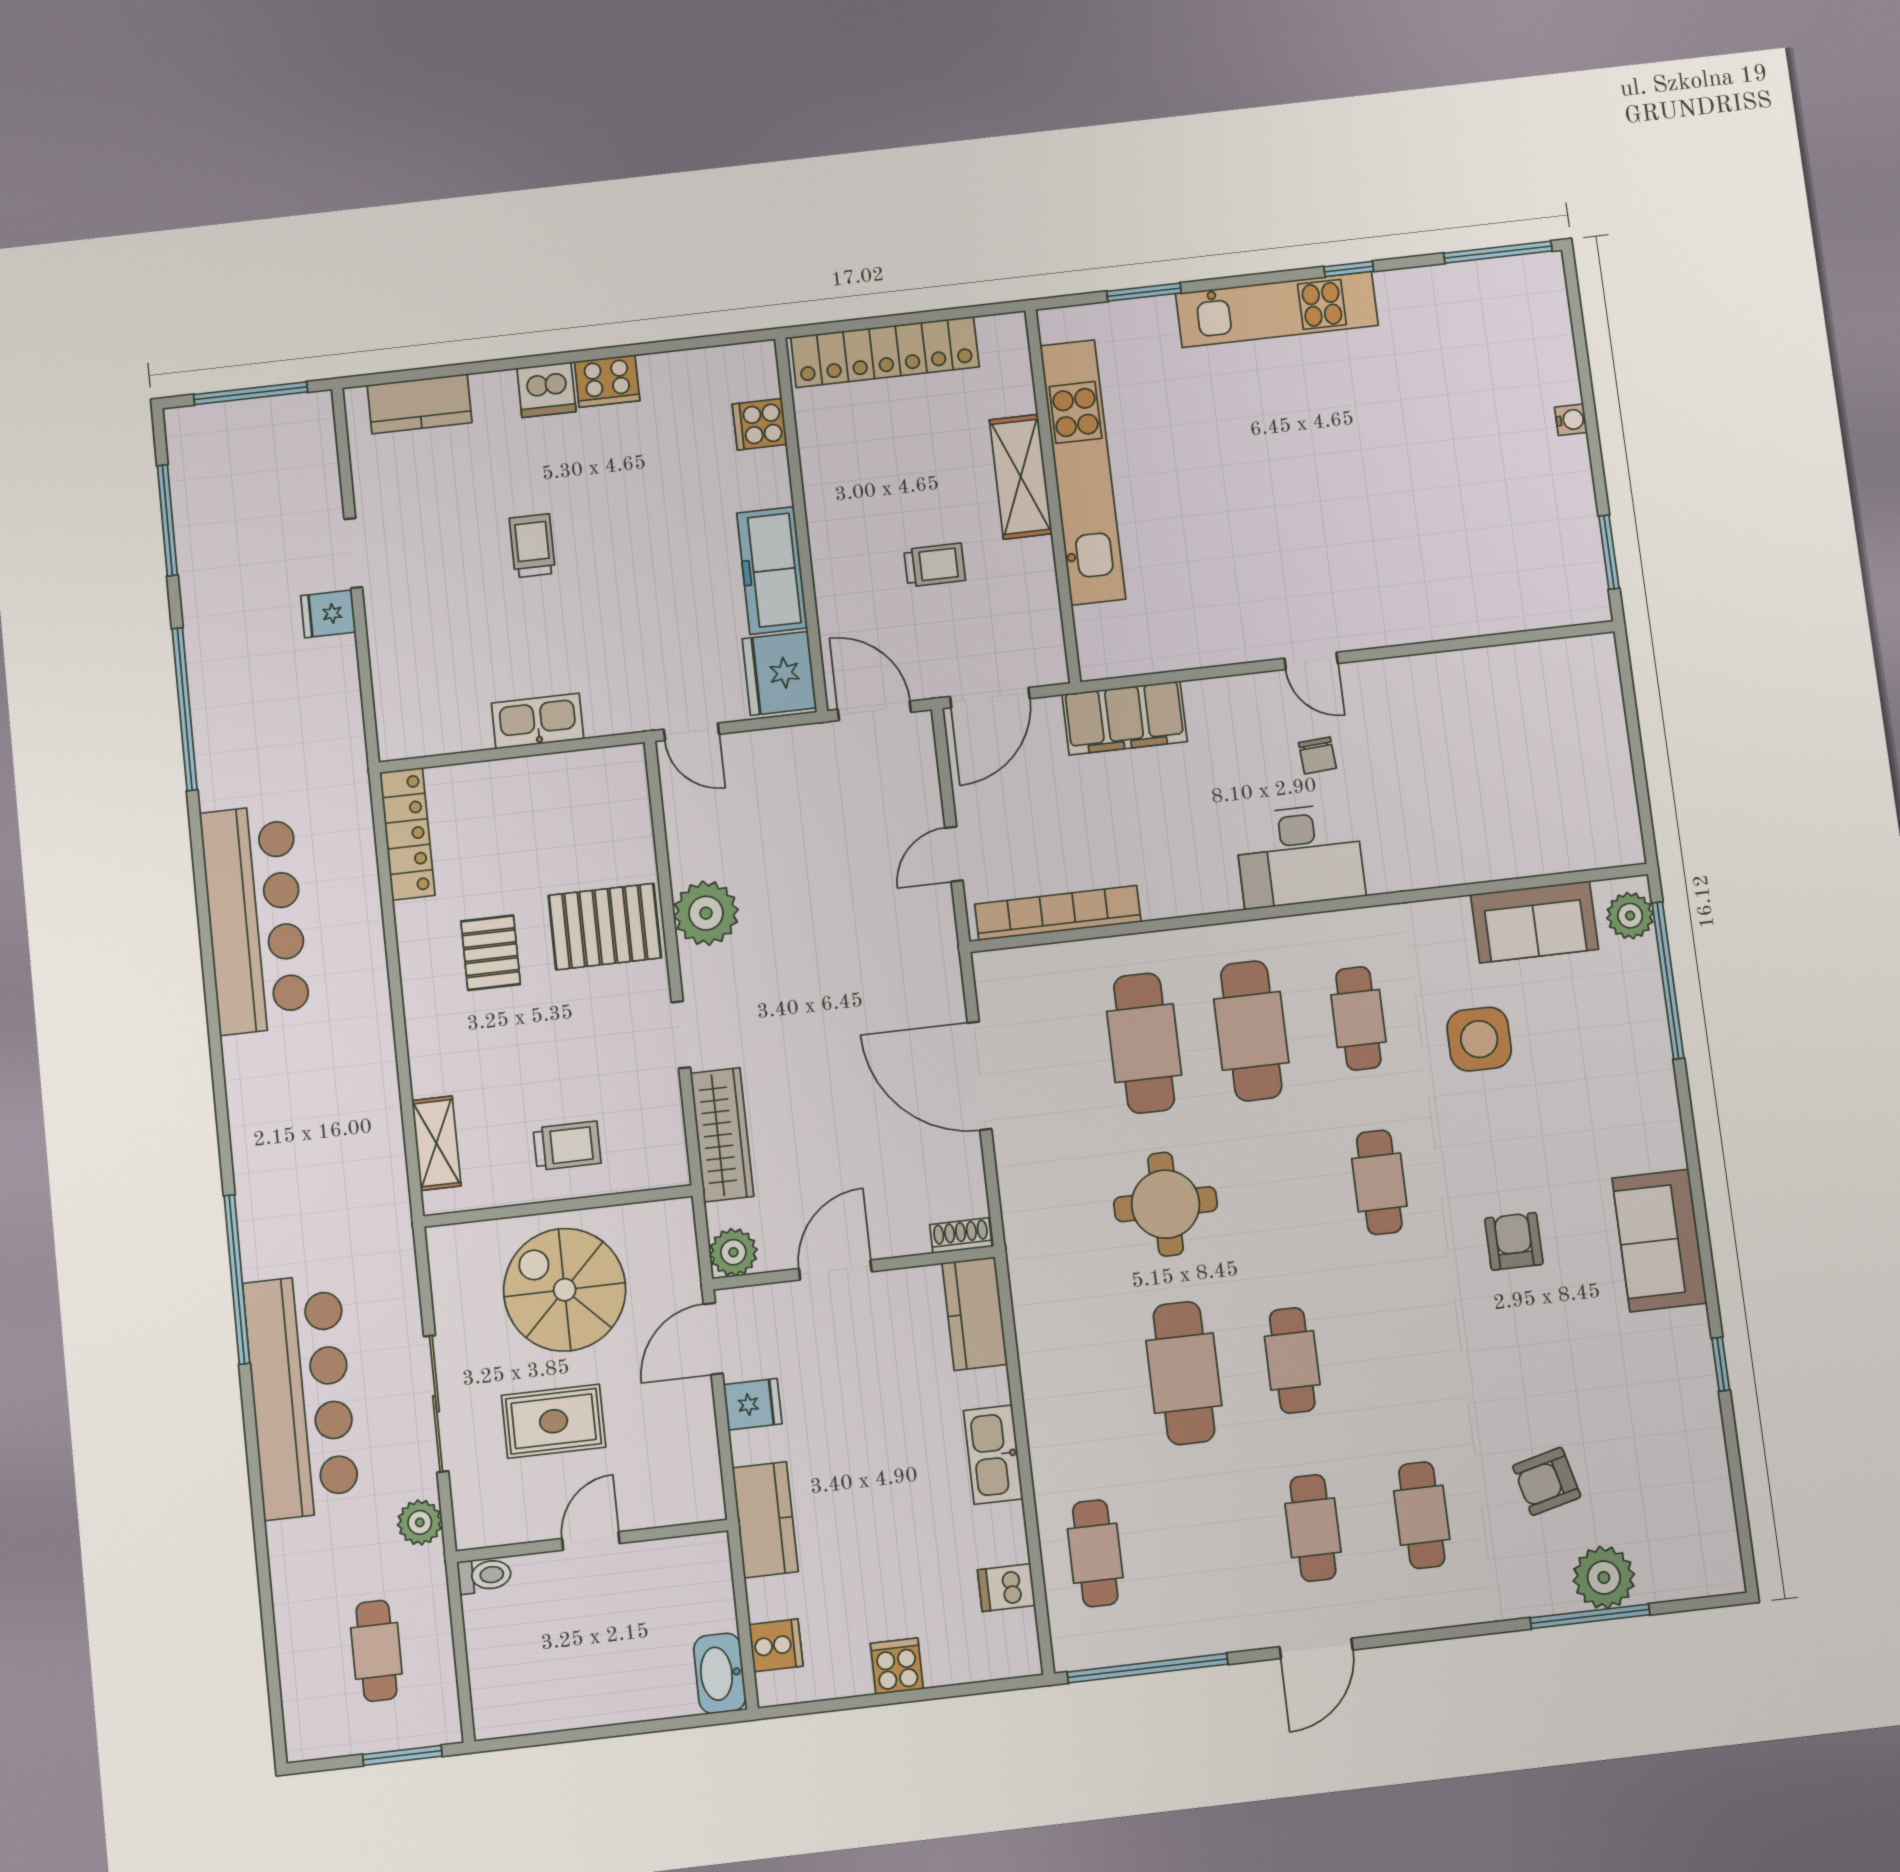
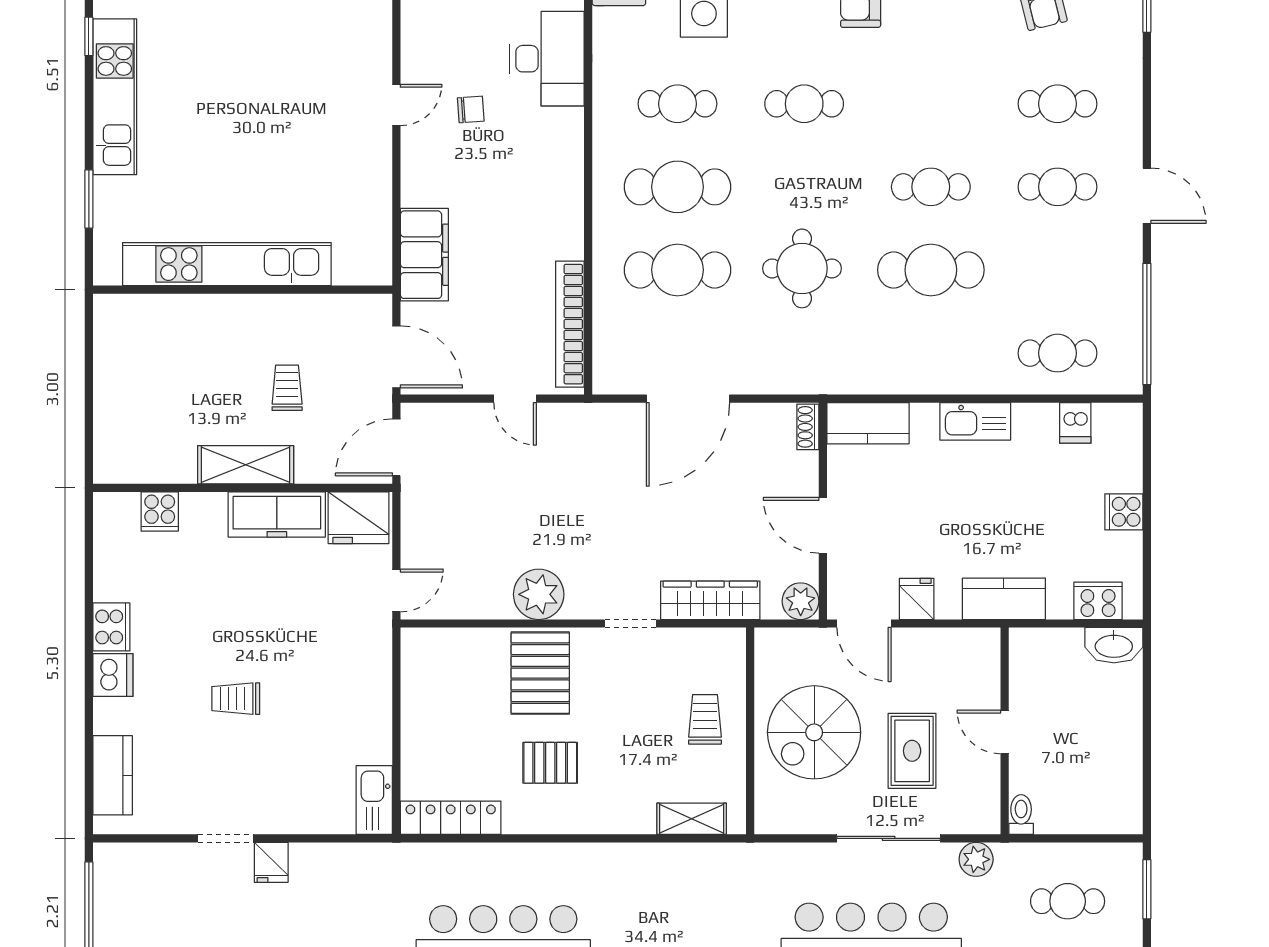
locker: (885, 352) -> (113, 407), removed
shelving: (1021, 477) -> (246, 465), moved
kitchen sink: (538, 721) -> (374, 800), moved
desk: (1300, 856) -> (547, 59), moved
cooker: (776, 1645) -> (1098, 601), width x1.36

